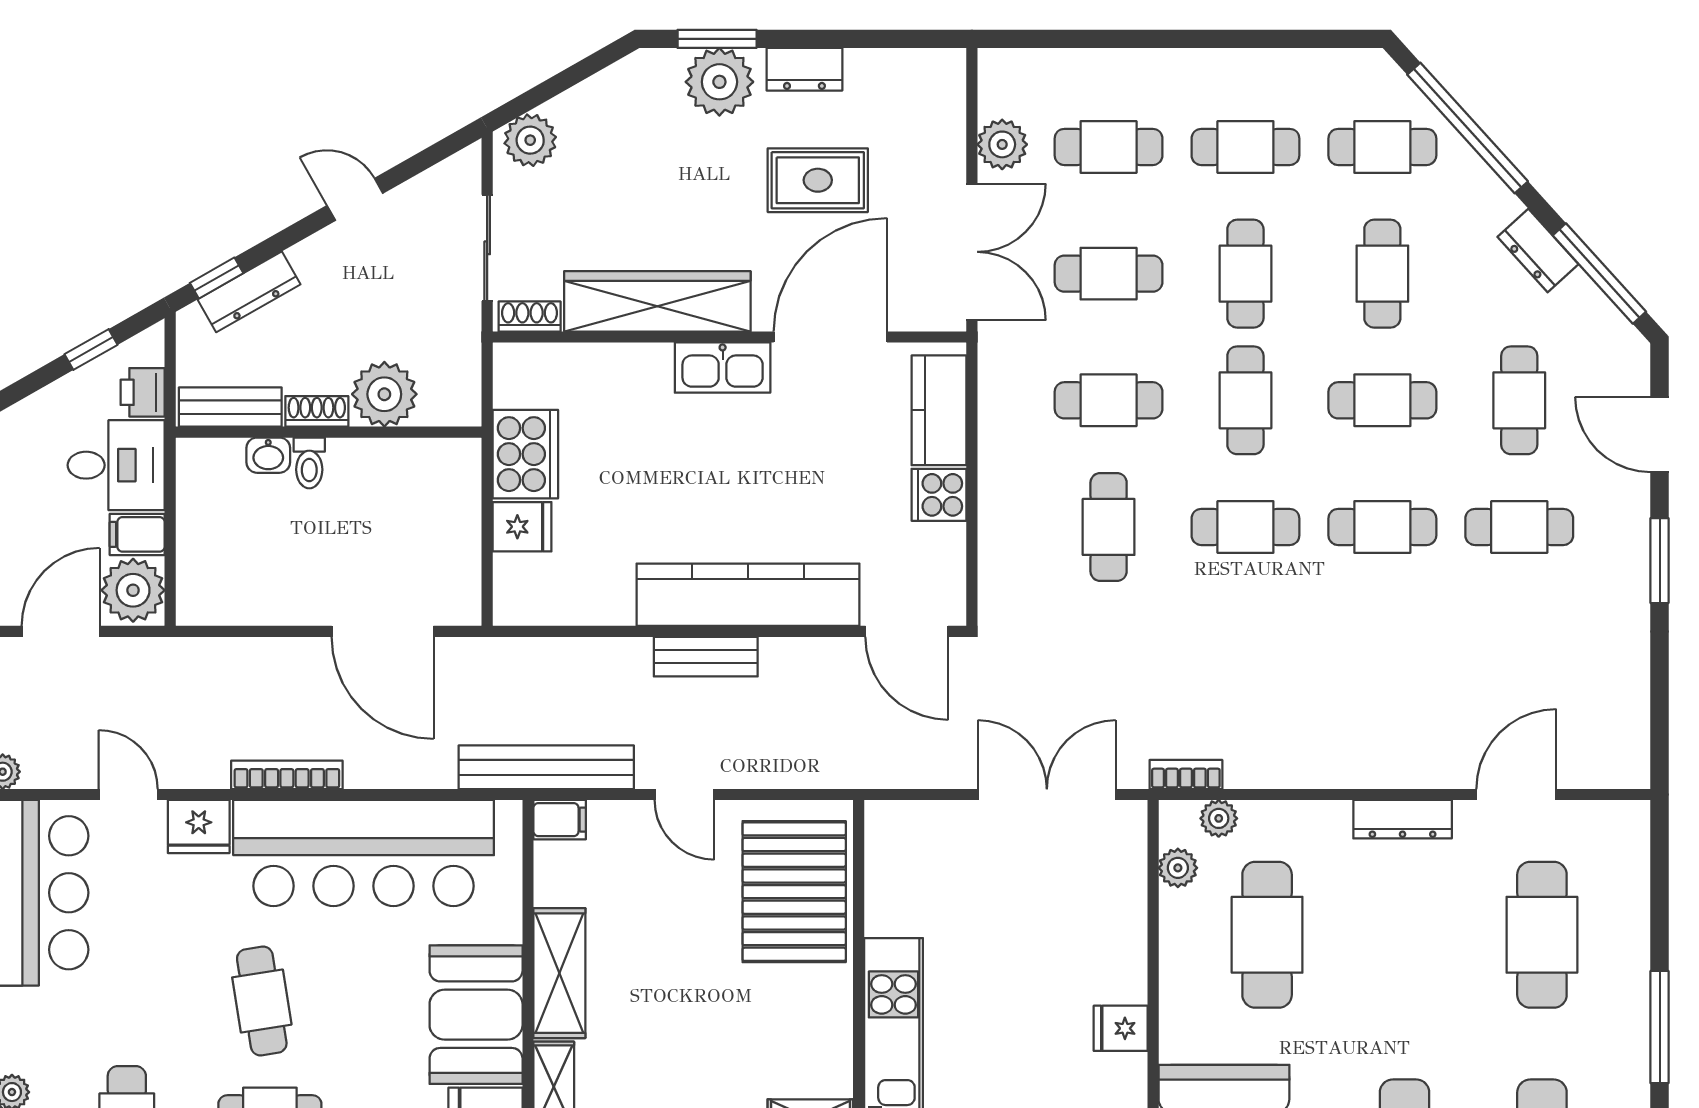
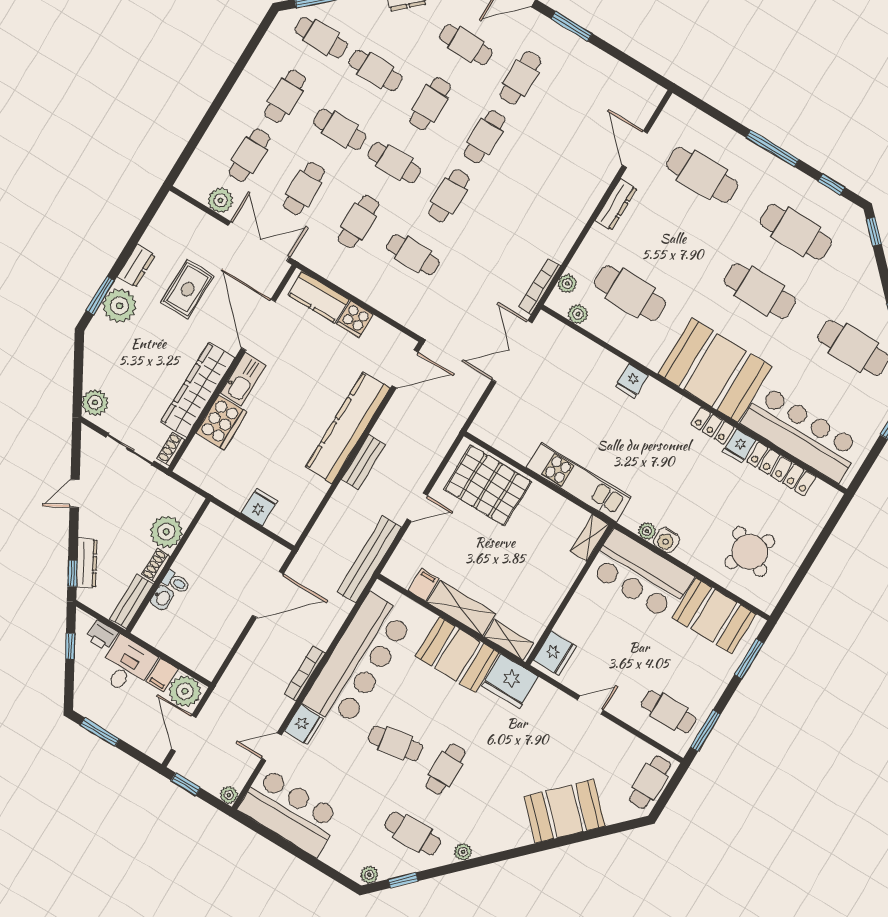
cafe table: (1382, 147) -> (321, 37), turned 90
cooker: (525, 454) -> (222, 422), moved, turned 90
bookcase: (1186, 775) -> (540, 286), width x1.56
filing cabinet: (560, 820) -> (423, 585), moved

